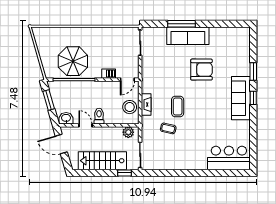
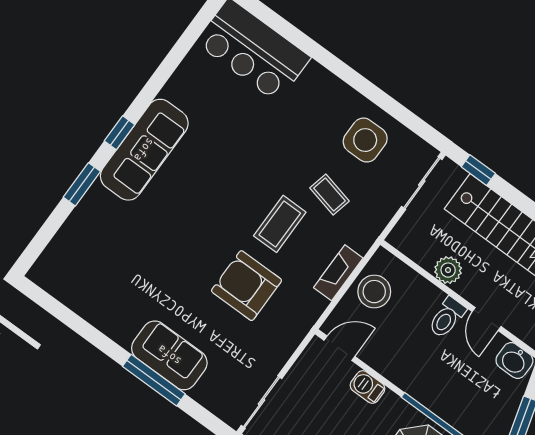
sofa: (188, 36) -> (169, 355), width x0.73
armchair: (201, 70) -> (247, 286), moved
plant: (128, 132) -> (448, 270), moved
side table: (170, 155) -> (365, 140), added

